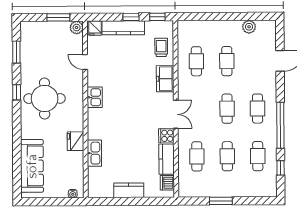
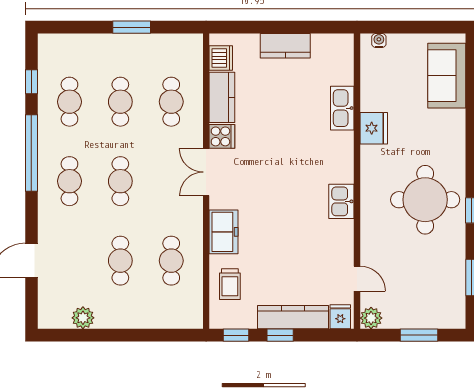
window: (58, 17) -> (419, 335), moved
door: (85, 62) -> (357, 279), moved
sofa: (32, 166) -> (447, 76), width x0.73

